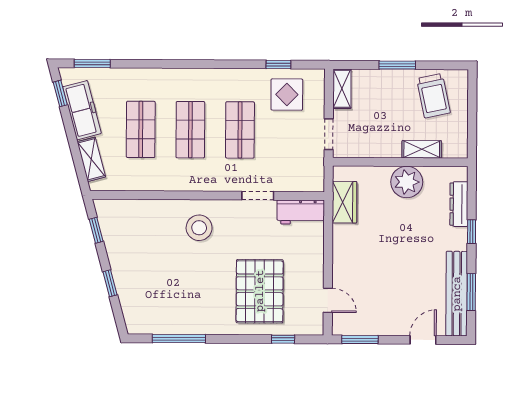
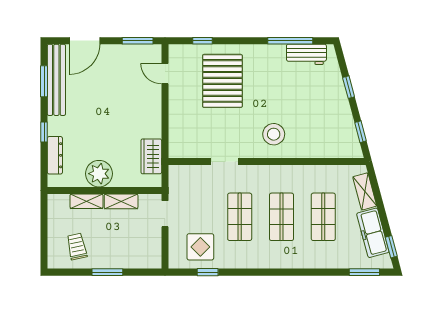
shelving: (342, 89) -> (121, 201), moved, turned 90
trolley: (433, 96) -> (77, 247), width x0.73, depth x0.72
workbench: (301, 212) -> (306, 54), moved, turned 180
door: (423, 340) -> (85, 41), width x1.38

